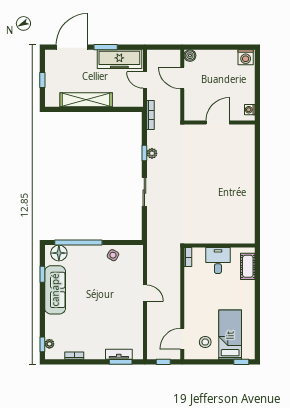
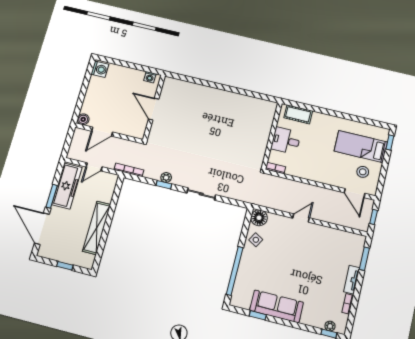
floor lamp: (59, 253) -> (259, 218), moved
tv unit: (119, 354) -> (352, 280), moved

